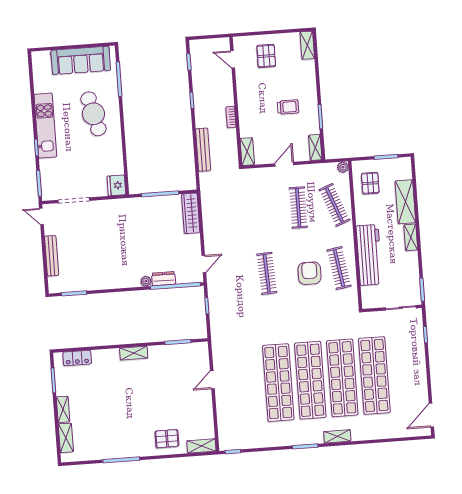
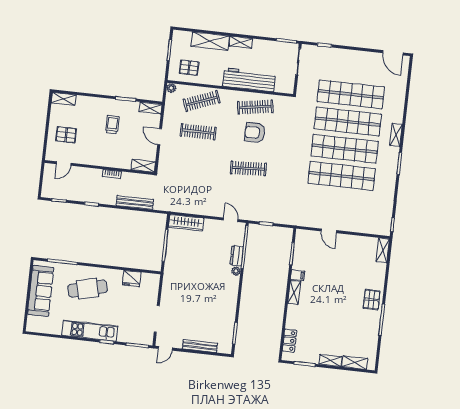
fridge: (116, 185) -> (132, 278), moved
filing cabinet: (154, 353) -> (298, 275), added
pallet: (167, 439) -> (371, 300), moved

